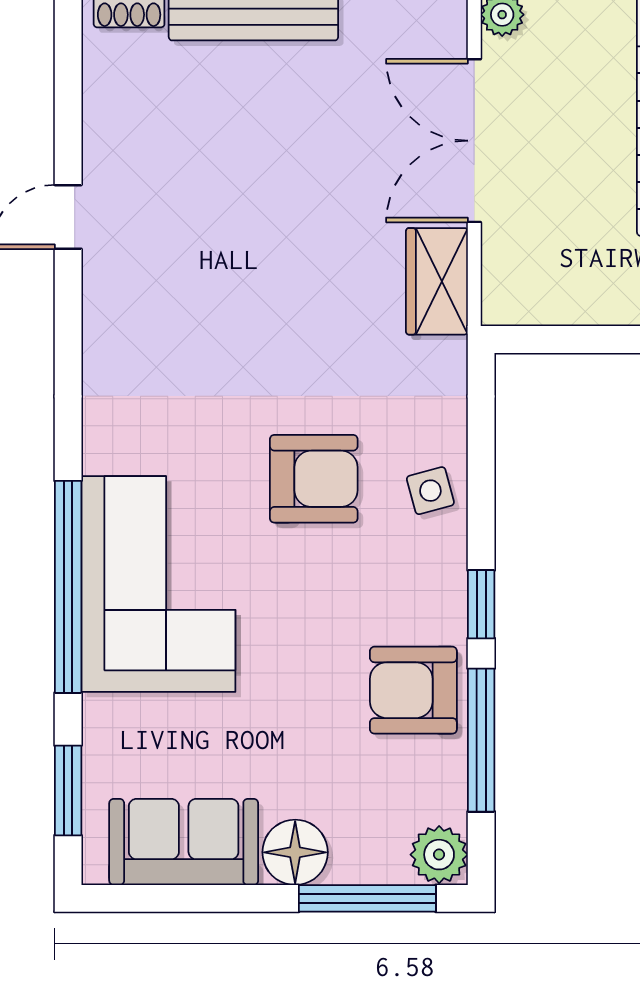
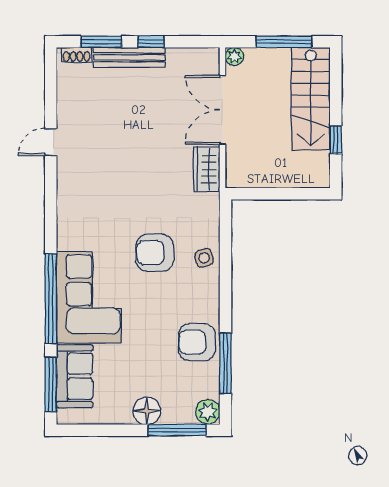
armchair: (314, 479) -> (155, 253), turned 180
window: (481, 604) -> (225, 306), removed
window: (68, 790) -> (51, 385), width x1.44
sofa: (184, 842) -> (75, 376), moved, turned 90

